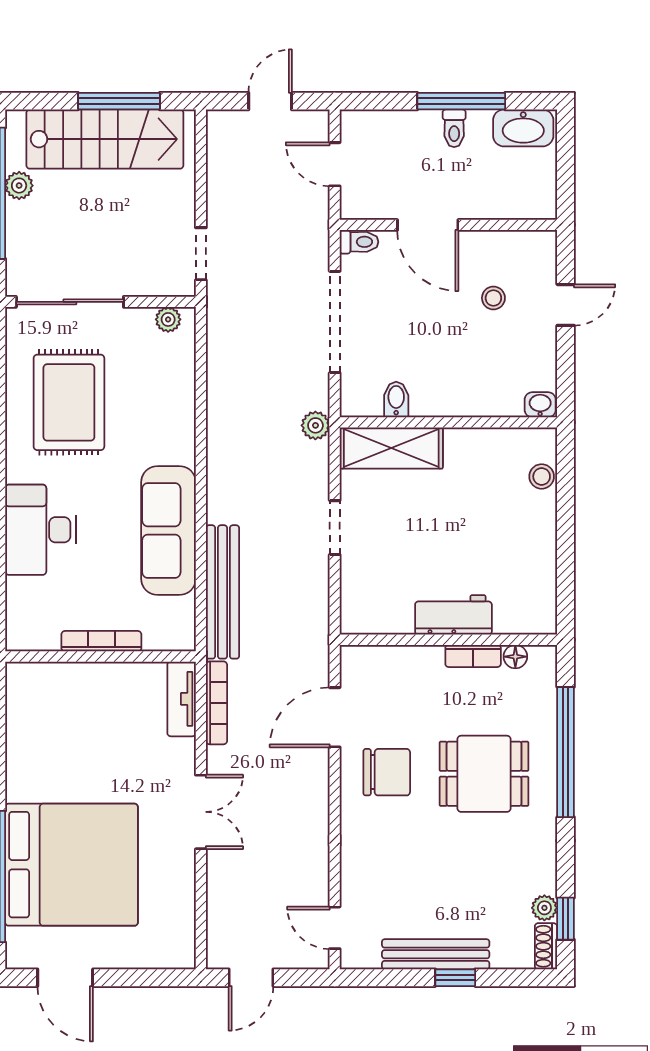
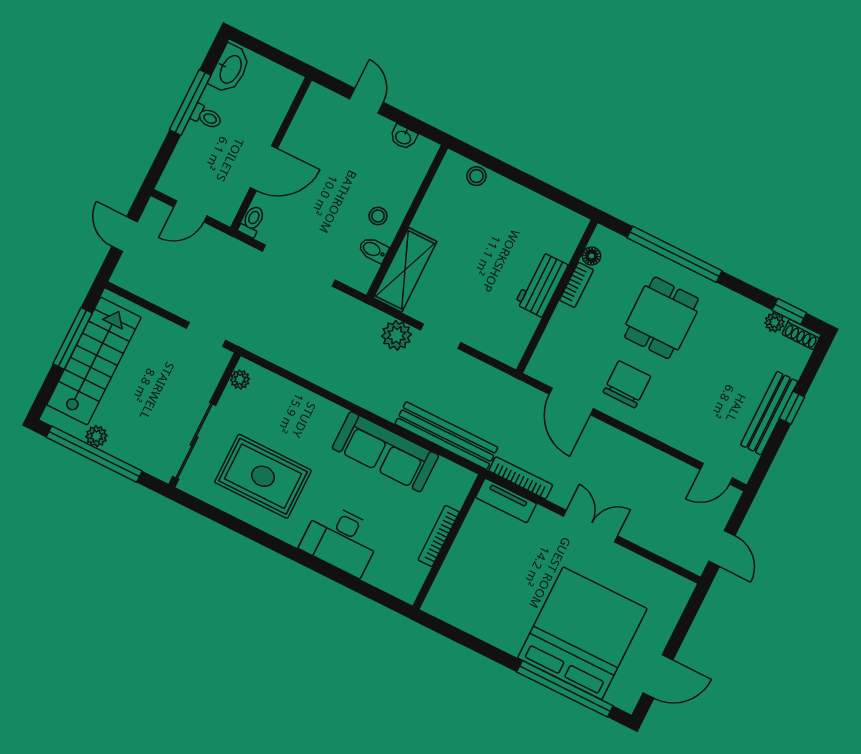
stool: (493, 298) -> (378, 216), moved
washbasin: (540, 405) -> (403, 137), moved, turned -90
plant: (315, 425) -> (396, 335), moved, width x1.38, depth x1.38

